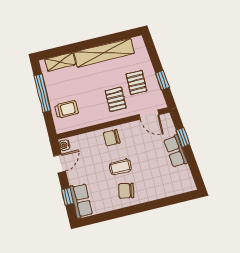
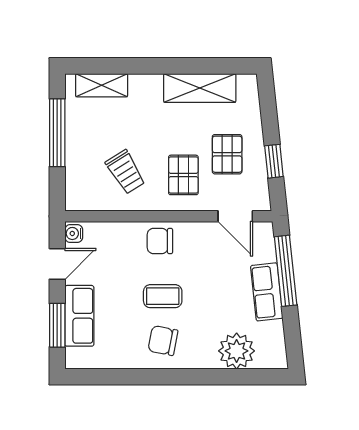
shelving: (104, 53) -> (200, 88), width x0.68
trolley: (66, 109) -> (125, 172), moved, turned 58
window: (183, 137) -> (286, 271), width x2.17
plant: (167, 187) -> (237, 351), added
window: (68, 196) -> (57, 325), width x1.50
row of seats: (81, 201) -> (79, 316), moved

